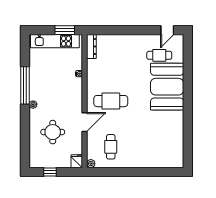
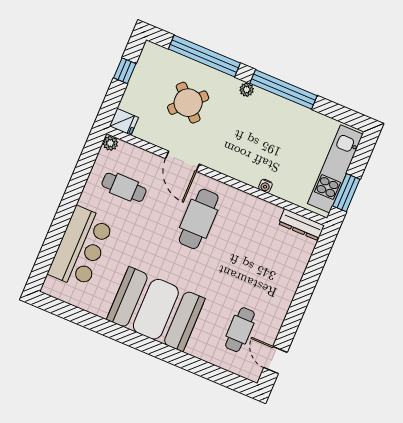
booth: (167, 87) -> (156, 309), moved
round table: (53, 132) -> (188, 103), turned 45
window: (25, 134) -> (204, 56), added
bar counter: (152, 156) -> (81, 248), added

